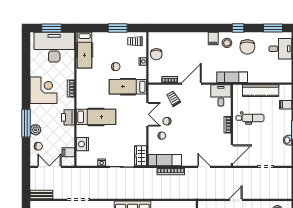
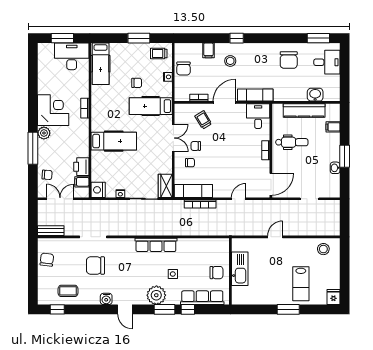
window: (238, 28) -> (237, 38), moved
filing cabinet: (213, 38) -> (208, 50), moved
stool: (227, 43) -> (230, 61), moved
desk: (54, 47) -> (72, 56), width x0.73, depth x0.77
exam couch: (232, 77) -> (255, 95), moved
washbasin: (270, 77) -> (315, 95), added
printer: (68, 117) -> (81, 167), moved
plant: (36, 130) -> (44, 133), moved
nightstand: (82, 144) -> (98, 190), moved
door: (204, 167) -> (239, 199), hinge flipped

